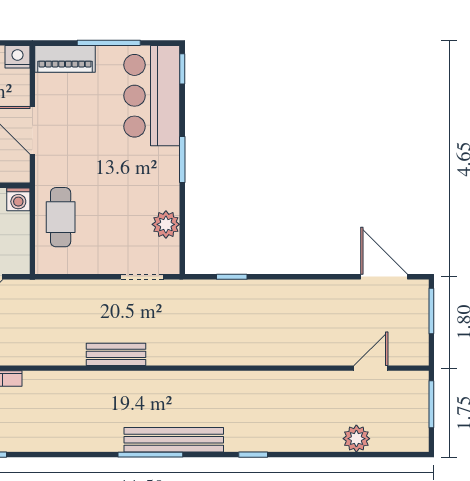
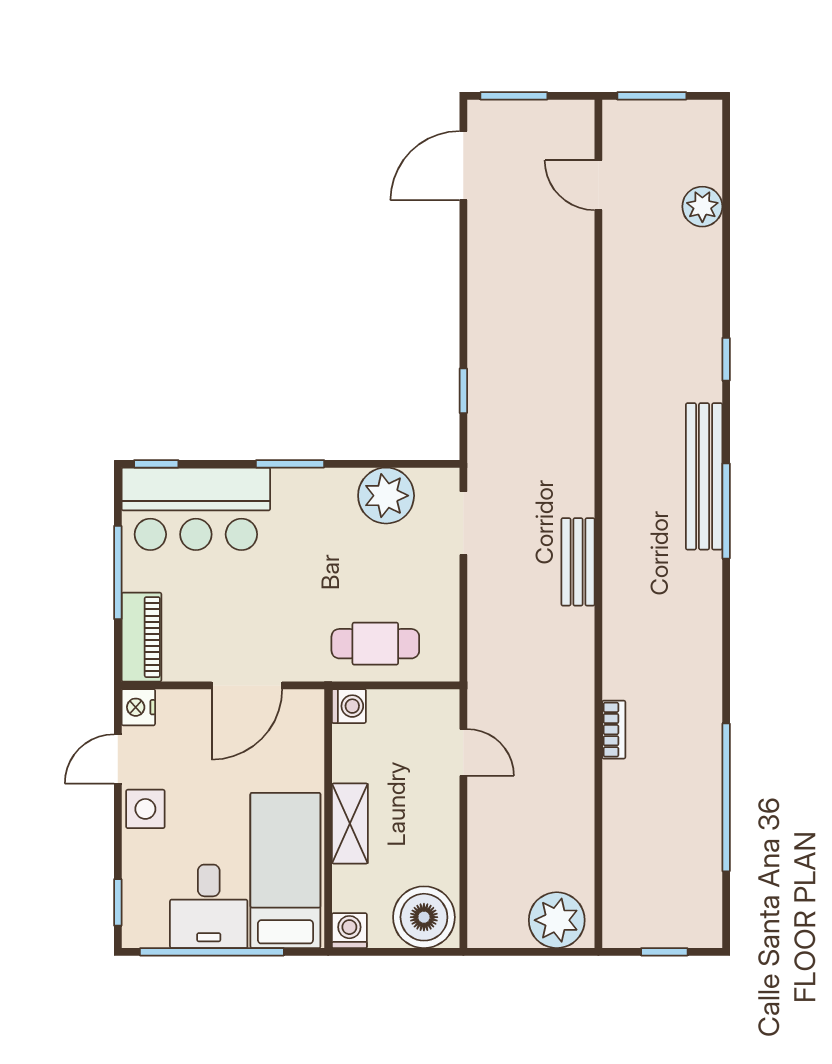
plant: (166, 224) -> (386, 496), width x1.36, depth x1.36

